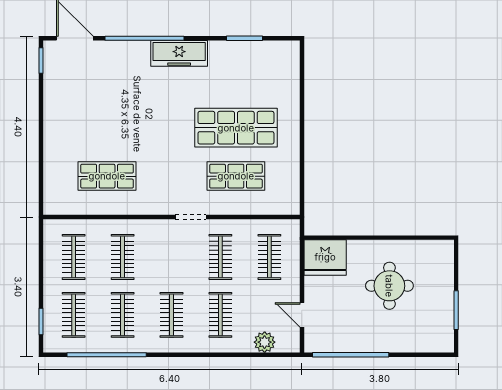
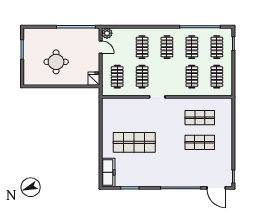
freezer: (179, 53) -> (108, 172), moved, turned 90
shop shelf: (236, 176) -> (200, 142), moved
fridge: (325, 257) -> (94, 79), width x0.53, depth x0.75
plant: (265, 342) -> (107, 33), moved

